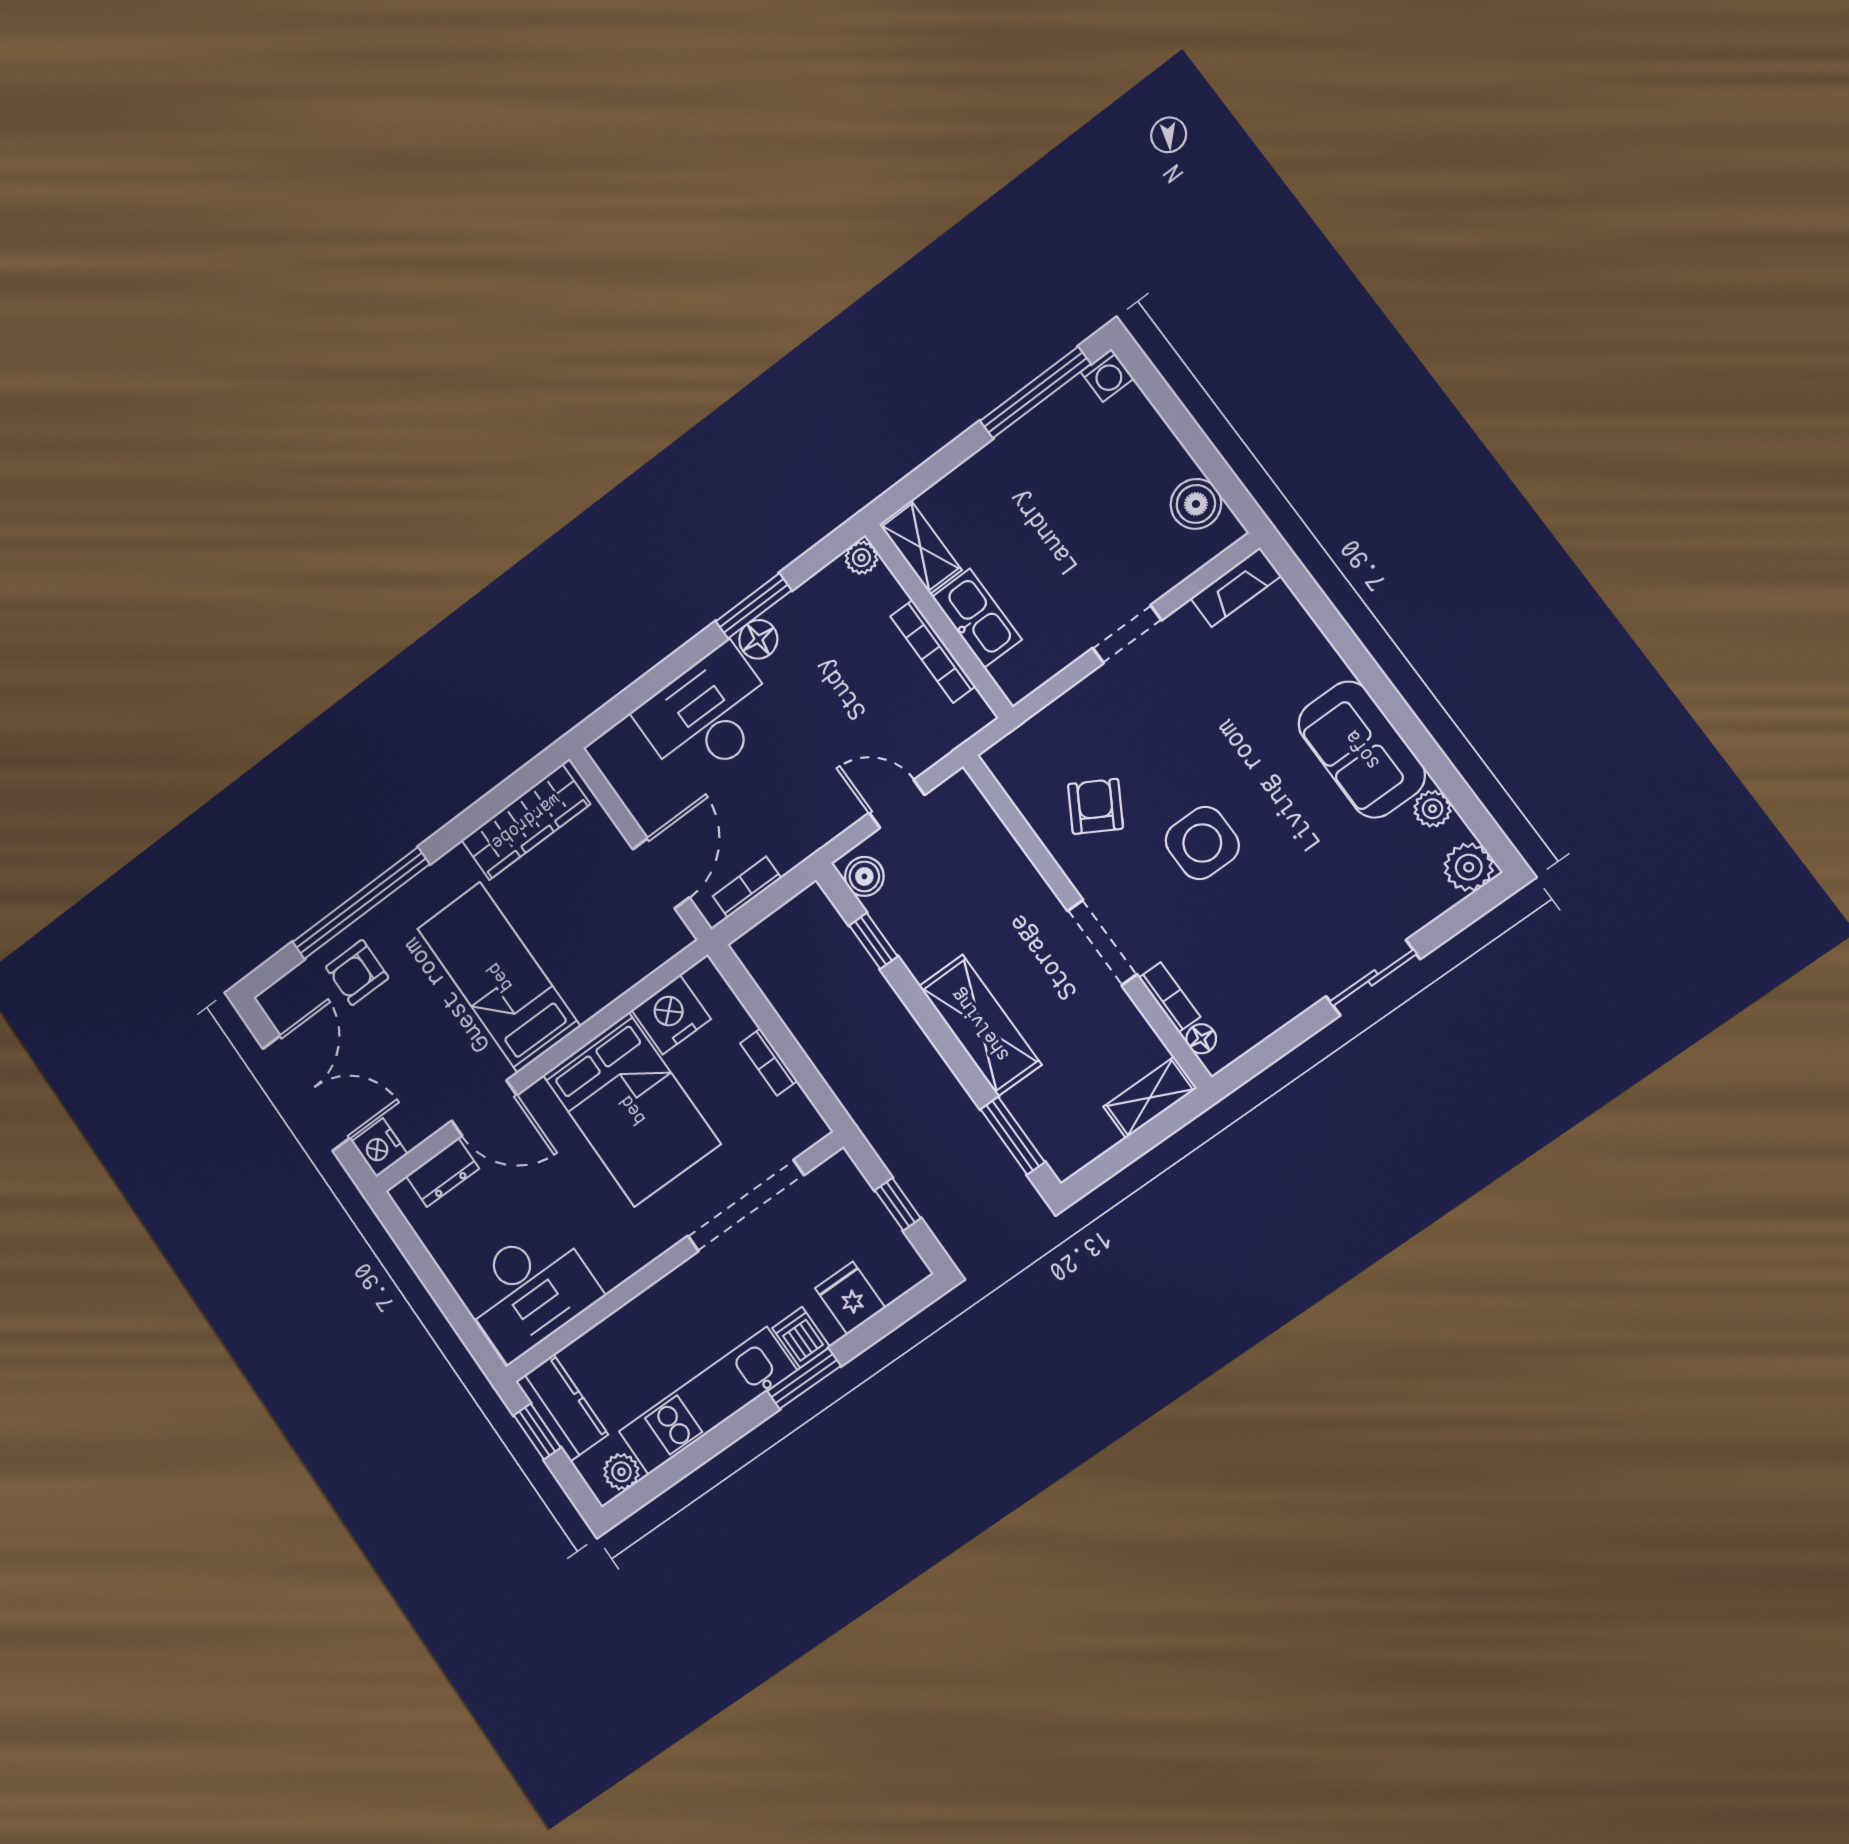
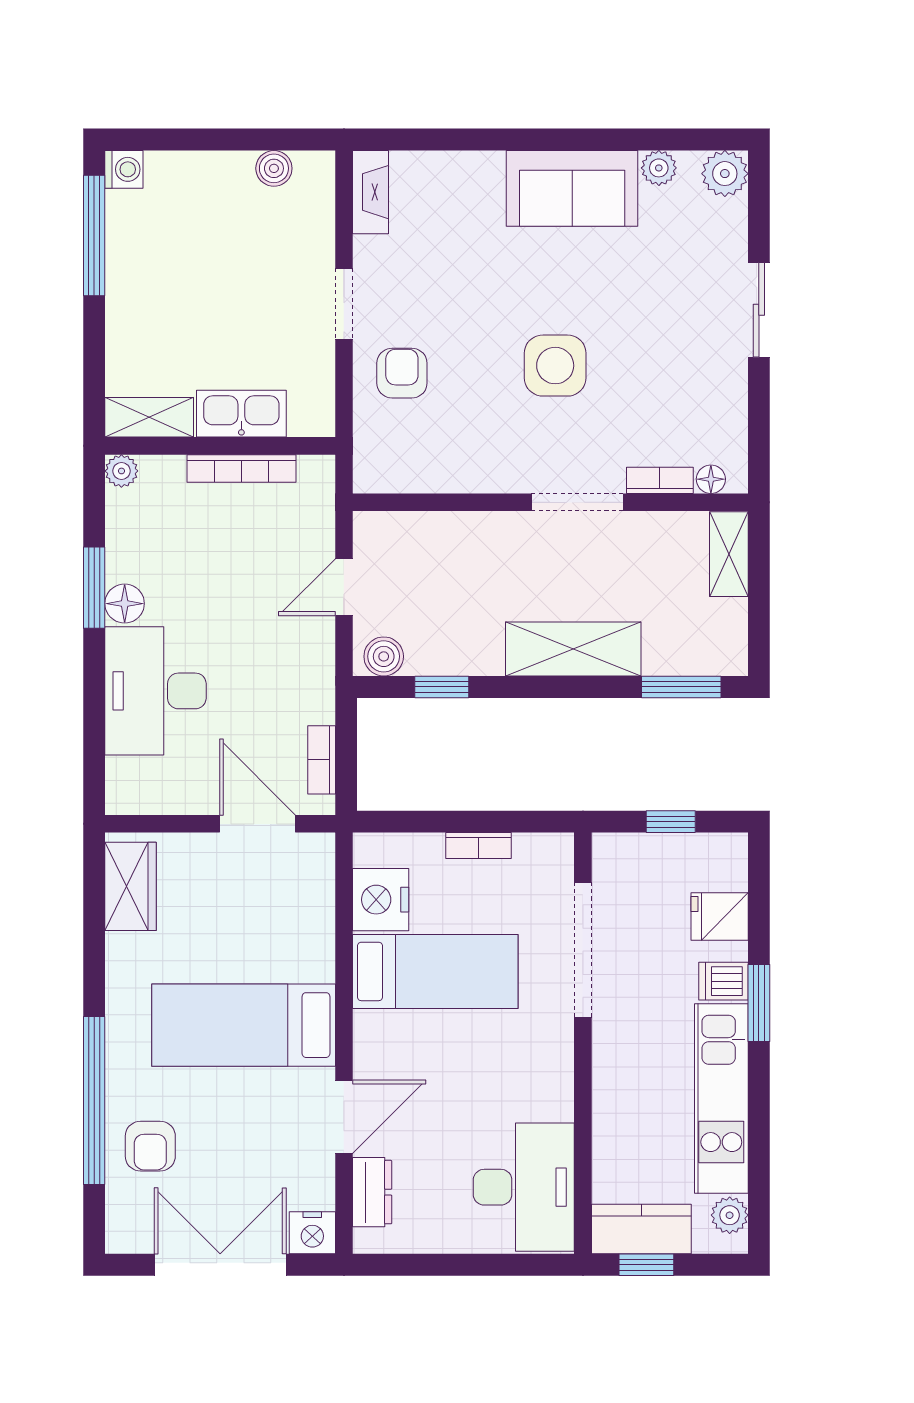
boiler: (1196, 504) -> (274, 168), width x0.73, depth x0.73
armchair: (1096, 806) -> (402, 373), moved, turned 60
wardrobe: (526, 822) -> (131, 886), width x0.67
bed: (632, 1110) -> (435, 971), width x0.67

